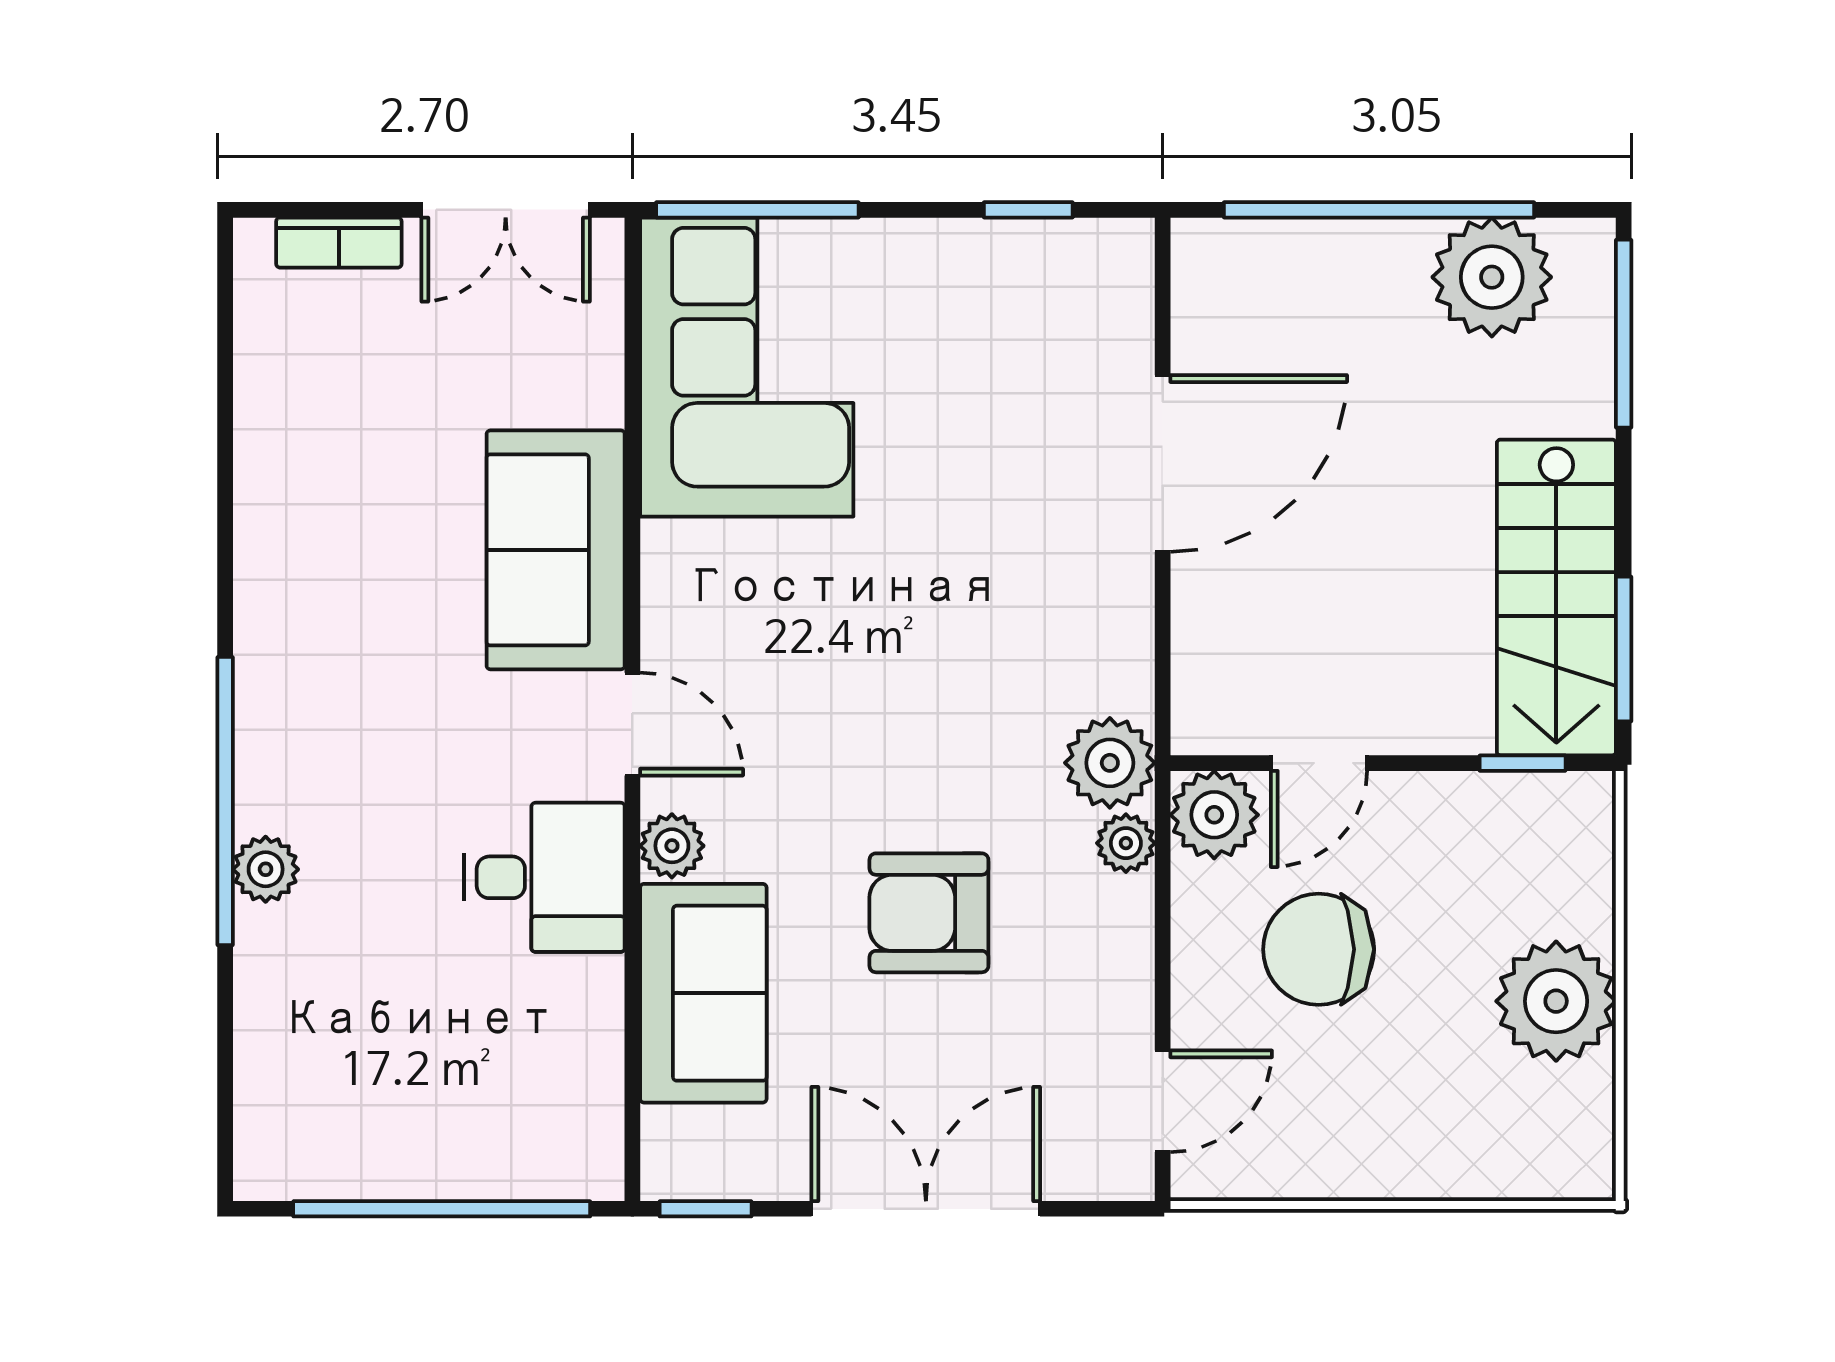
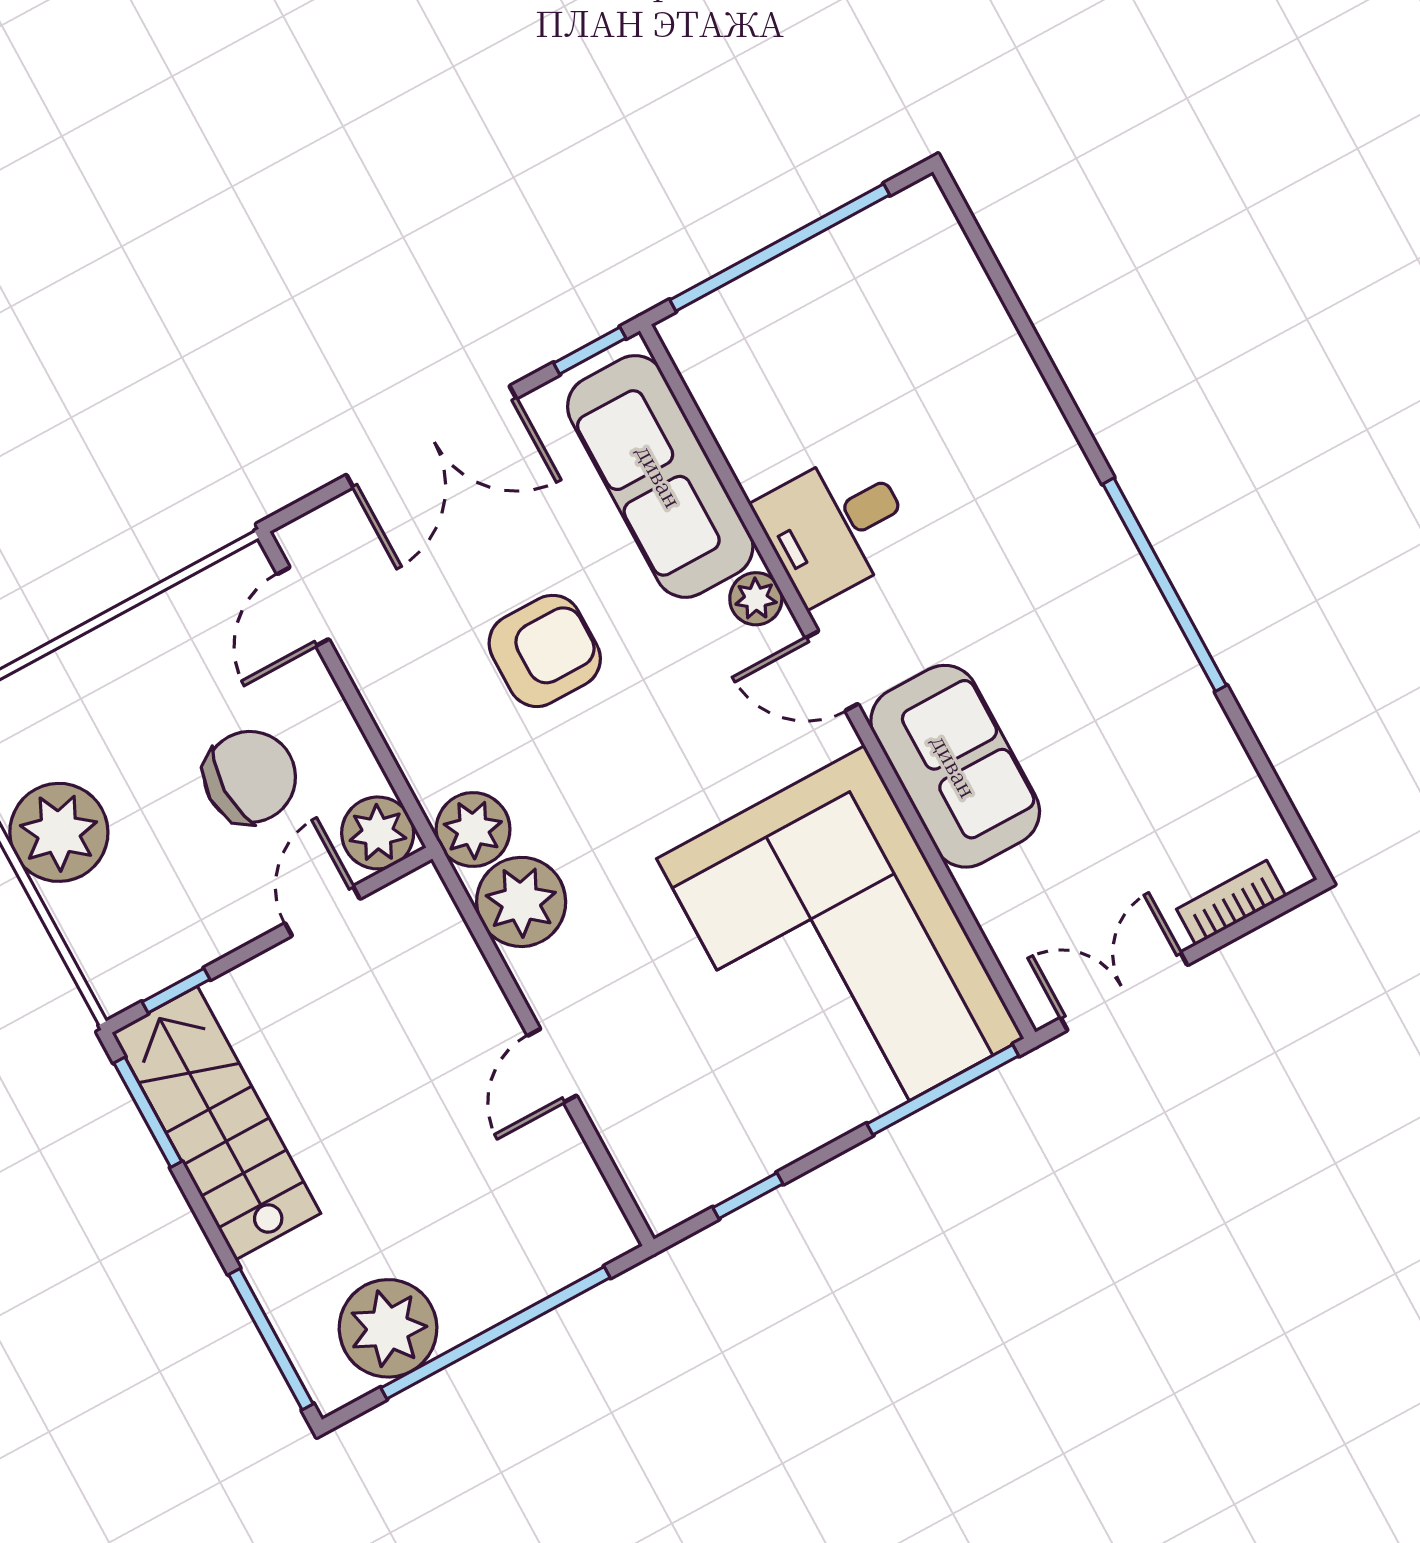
corner sofa: (747, 367) -> (840, 949), width x1.36, depth x1.36
door: (1163, 464) -> (552, 1066), width x0.53
window: (225, 801) -> (1165, 585), moved
plant: (1126, 843) -> (521, 902), moved, width x1.87, depth x1.87
plant: (266, 869) -> (1039, 423), removed
sofa: (703, 993) -> (660, 476), width x1.36

